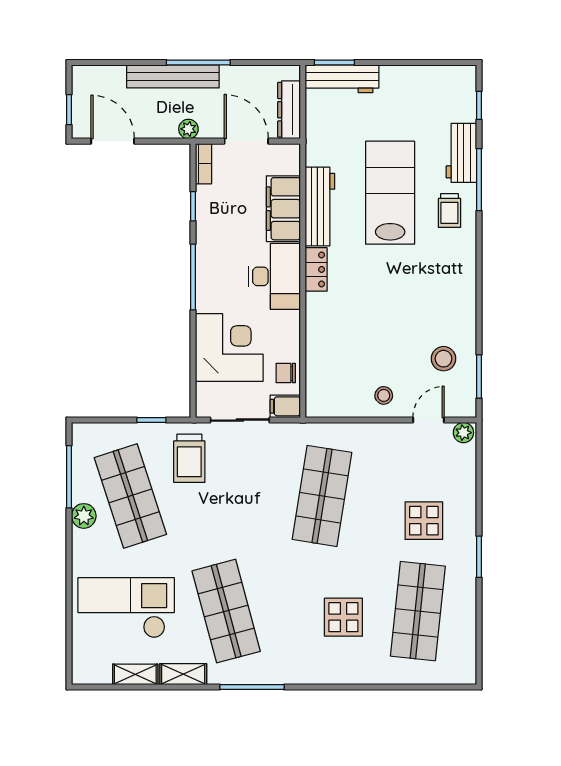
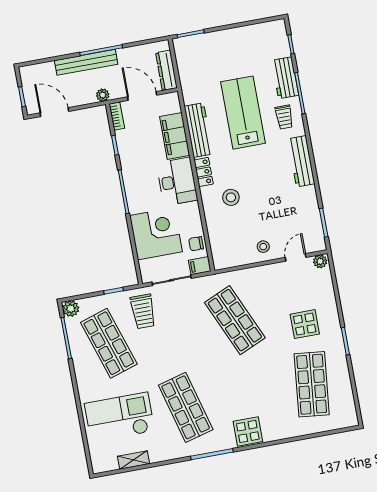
workbench: (342, 79) -> (301, 161), moved, turned 90
stool: (444, 359) -> (231, 197), moved
shop shelf: (322, 496) -> (235, 320), turned -33
plant: (84, 516) -> (71, 309), moved
display table: (343, 617) -> (248, 431), moved
shelving: (183, 674) -> (165, 454), removed

